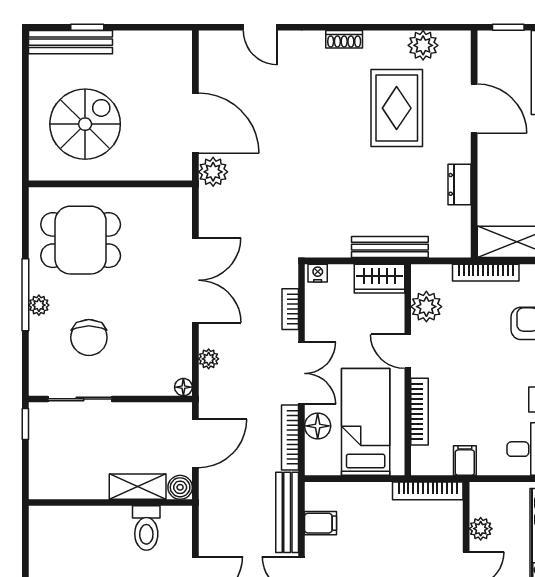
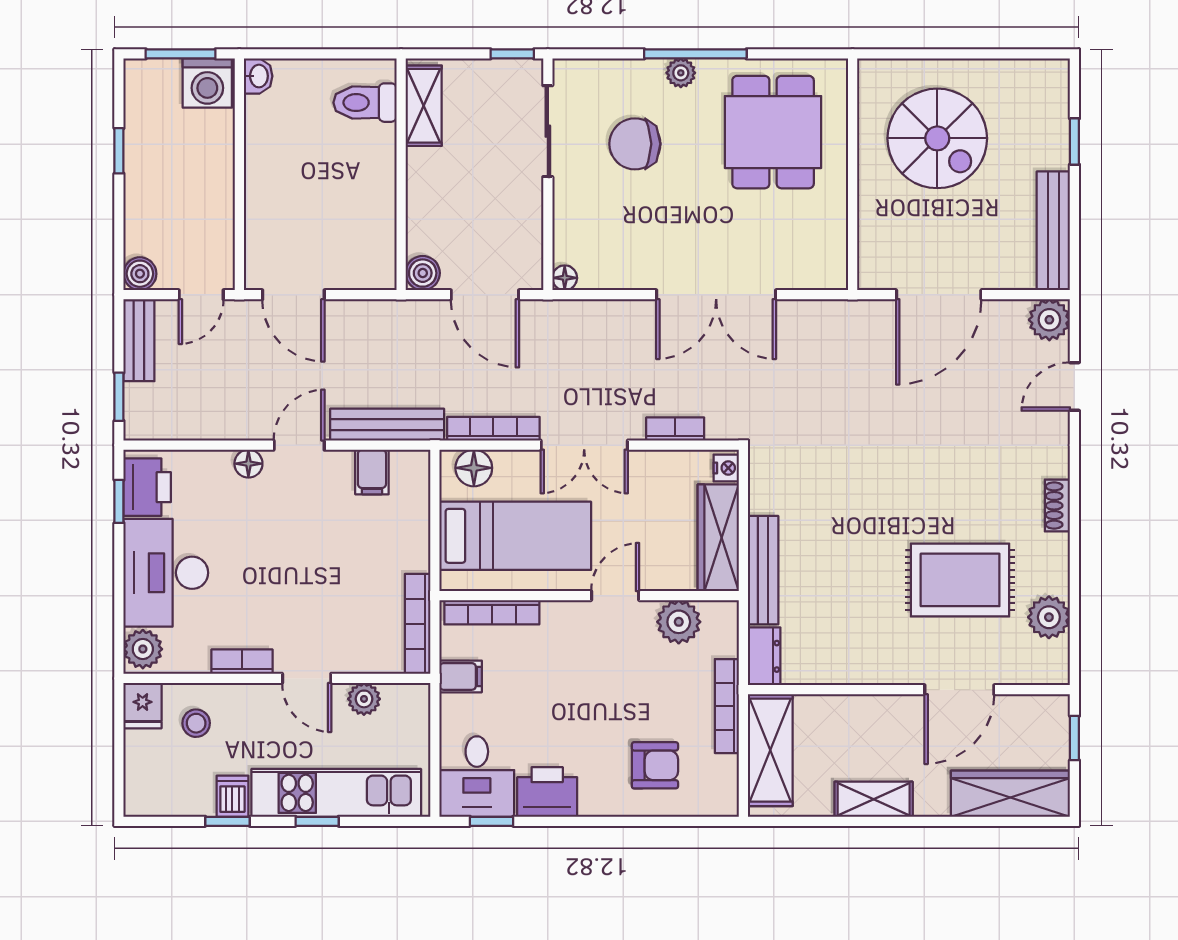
bench: (70, 42) -> (1053, 231), moved
plant: (213, 172) -> (1049, 320), moved
dresser: (460, 184) -> (764, 656), moved, turned 90
wardrobe: (379, 279) -> (718, 538), width x1.50
plant: (209, 359) -> (605, 313), removed
bookcase: (420, 412) -> (492, 612), moved
floor lamp: (318, 426) -> (474, 468), moved
shelving: (138, 487) -> (424, 106), moved
toilet: (146, 528) -> (365, 103), moved

